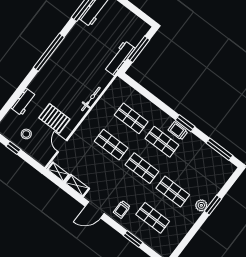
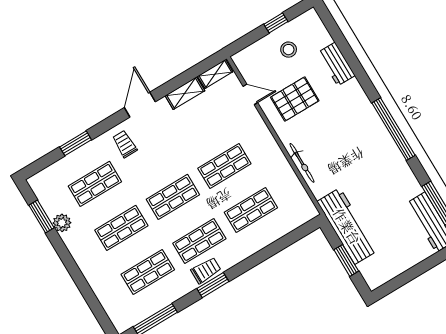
window: (139, 49) -> (346, 260), width x0.69
workbench: (120, 58) -> (347, 226), width x1.36, depth x1.32
shop shelf: (193, 165) -> (148, 272), added
plant: (201, 205) -> (62, 223), moved
window: (213, 205) -> (41, 216), moved

